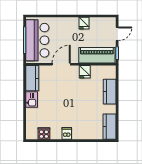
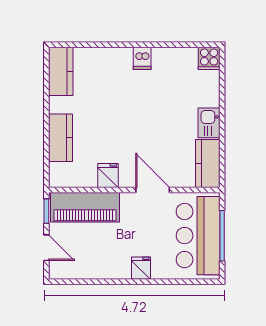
fridge: (84, 23) -> (141, 268), moved
door: (117, 34) -> (46, 248), swing flipped
door: (61, 64) -> (153, 190), swing flipped
cooker: (44, 133) -> (209, 58), moved

